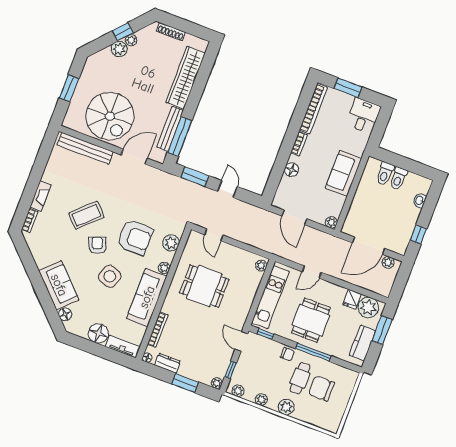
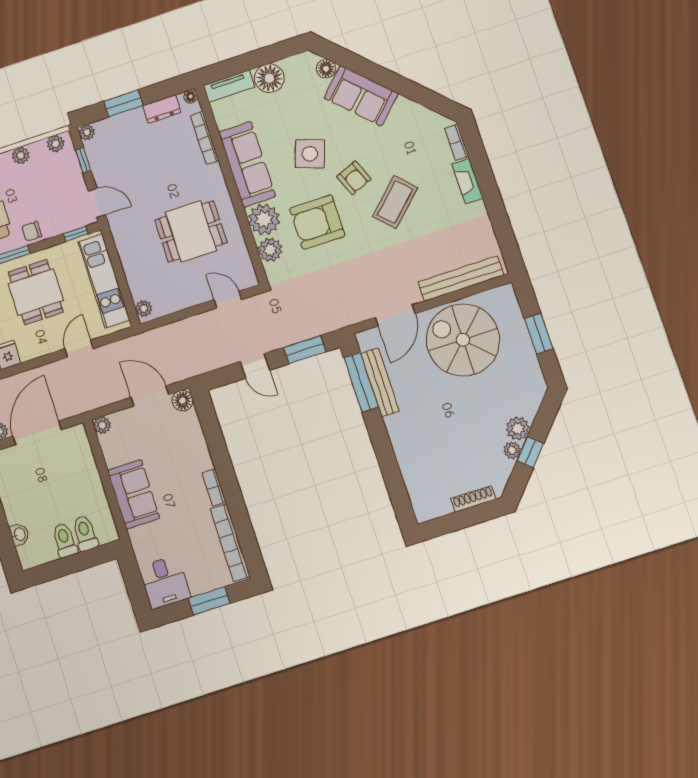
wardrobe: (186, 78) -> (411, 458), removed
floor lamp: (291, 170) -> (182, 401), moved
plant: (164, 268) -> (264, 219), width x1.88, depth x1.88

